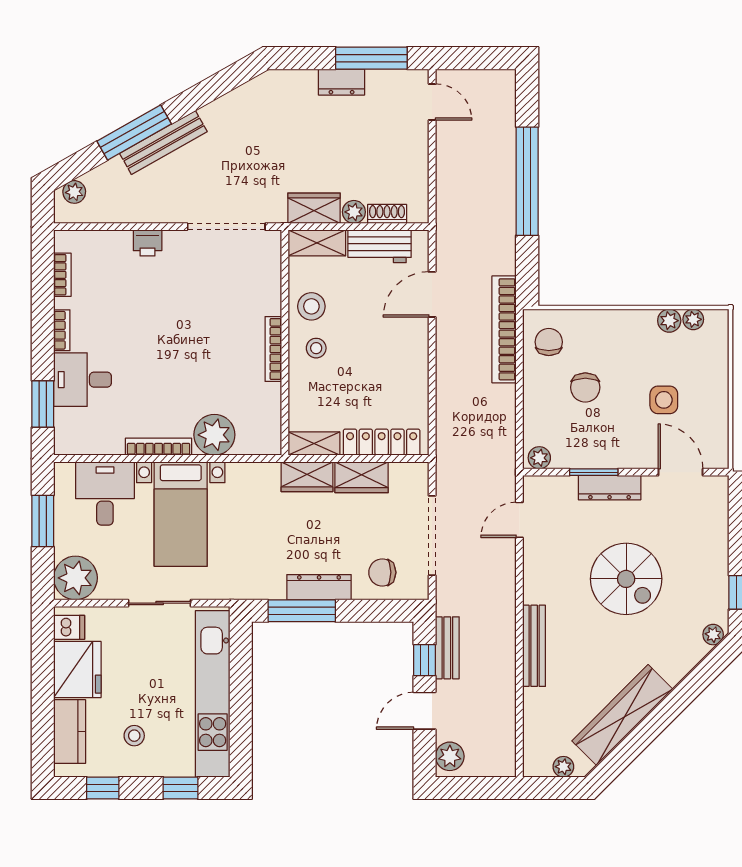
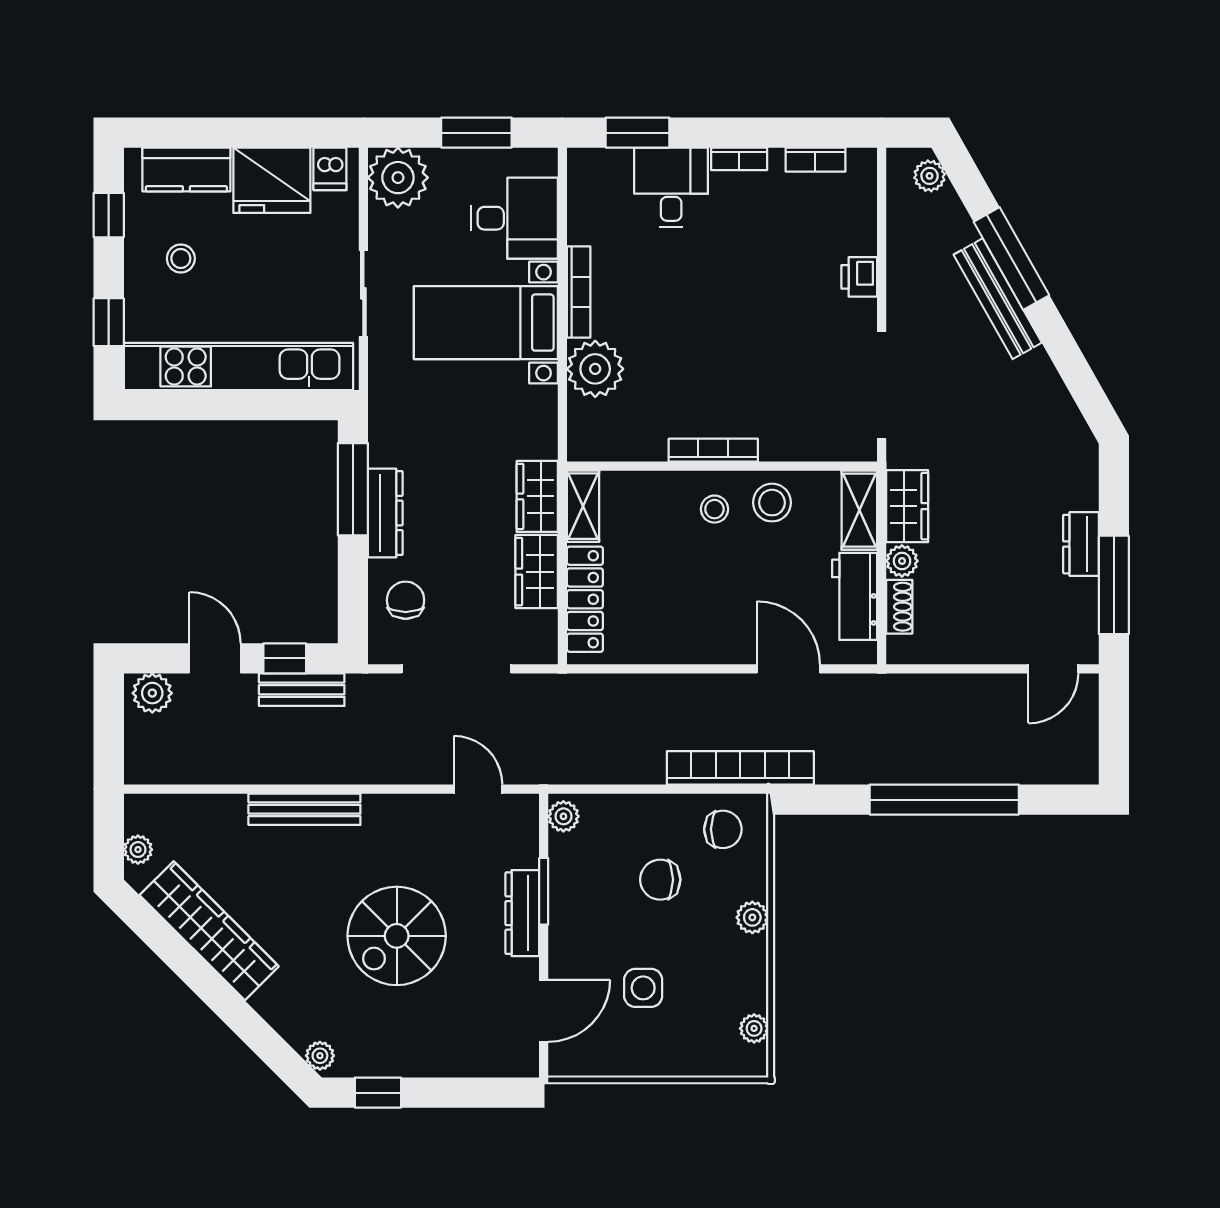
plant: (669, 321) -> (752, 917), moved

